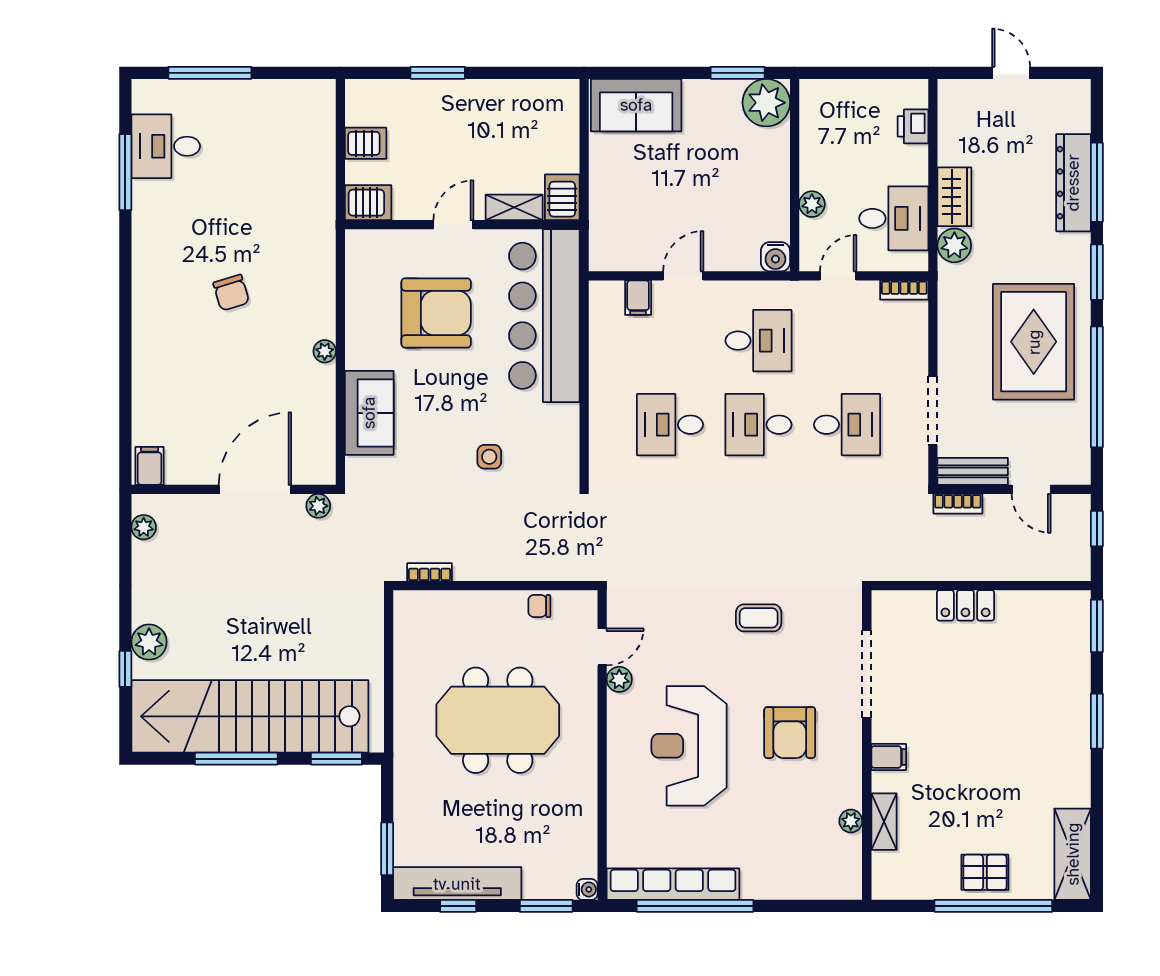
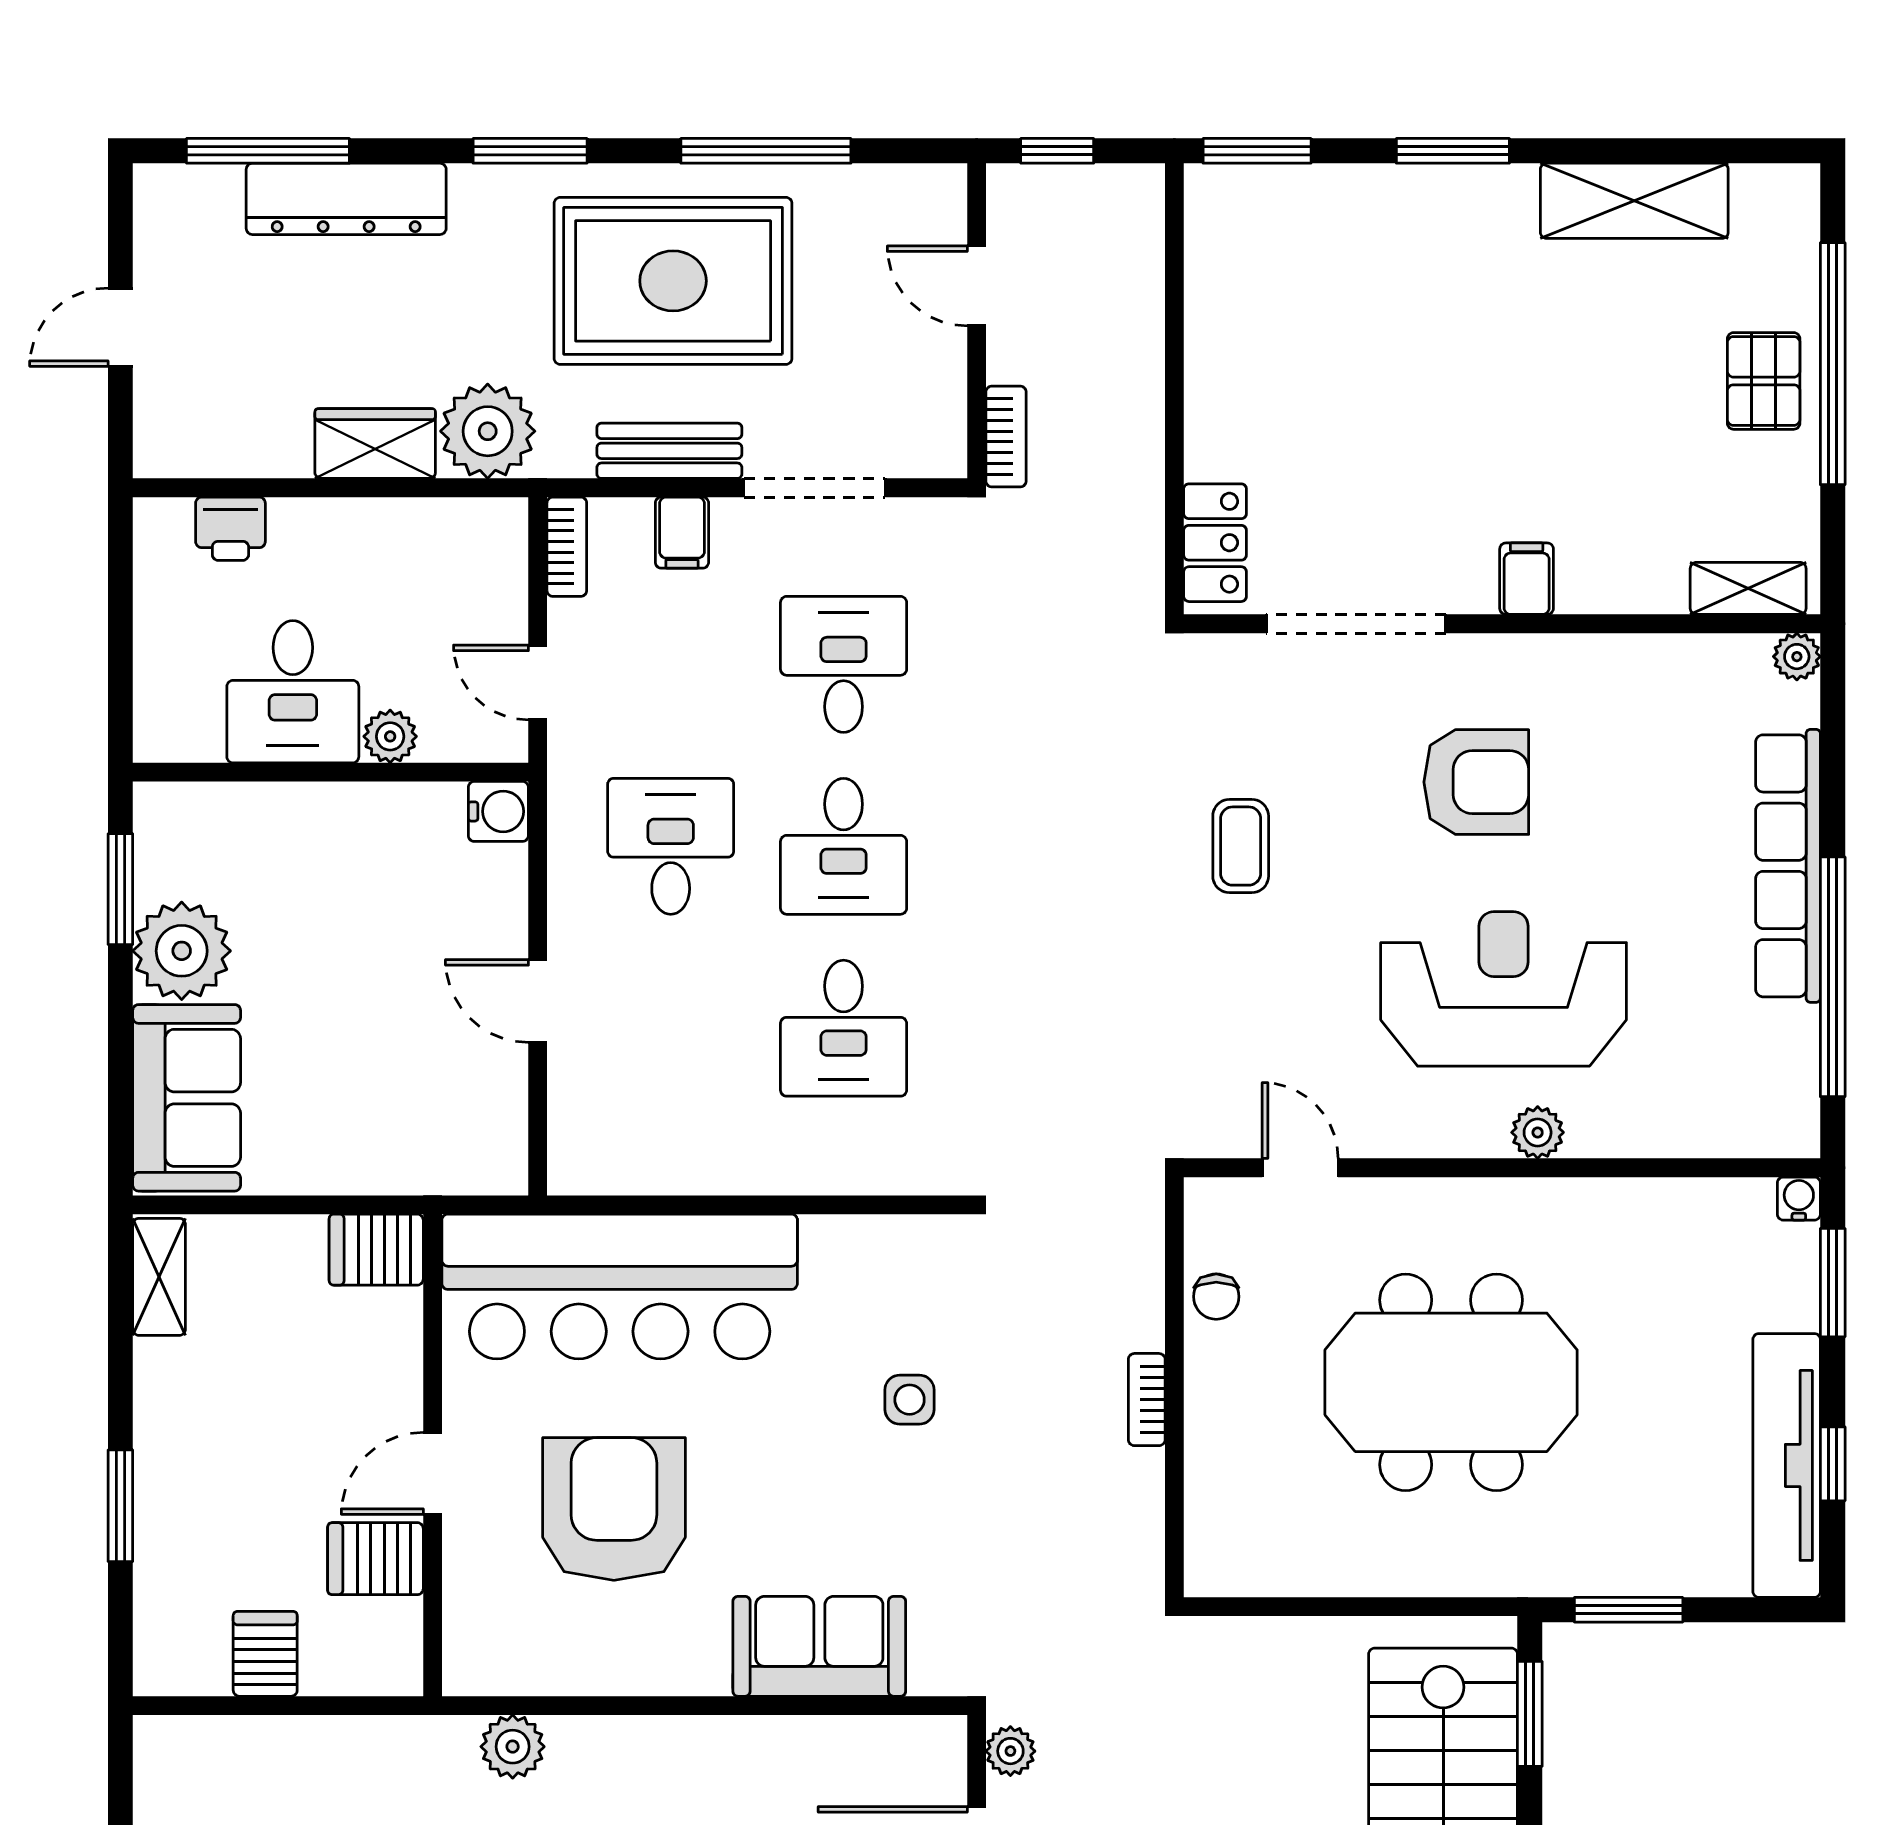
plant: (766, 103) -> (182, 951), moved
window: (1097, 182) -> (268, 151), moved
server rack: (368, 203) -> (375, 1559), moved, turned -90
shelving: (514, 207) -> (159, 1277), moved
desk: (894, 218) -> (293, 692), moved, turned 180
door: (453, 225) -> (433, 1473), hinge flipped
plant: (954, 245) -> (488, 431), width x1.36, depth x1.36
filing cabinet: (638, 298) -> (682, 533), moved, turned 90
plant: (325, 351) -> (513, 1747), moved, width x1.38, depth x1.38
window: (1097, 387) -> (766, 151), width x0.68
bench: (973, 471) -> (669, 451), moved, turned 90
door: (1031, 489) -> (977, 286), swing flipped
bookcase: (430, 572) -> (1147, 1400), moved
locker: (965, 605) -> (1215, 543), moved
plant: (619, 679) -> (1538, 1132), moved
meeting table: (498, 720) -> (1451, 1382), turned 90
reception desk: (689, 746) -> (1504, 989), turned 180
plant: (851, 821) -> (1797, 657), moved
shelving: (884, 822) -> (1748, 588), moved
window: (387, 849) -> (1629, 1610), moved
shelving: (1073, 854) -> (1634, 201), moved
row of seats: (673, 884) -> (1788, 866), moved

